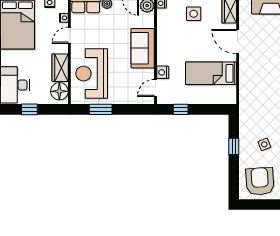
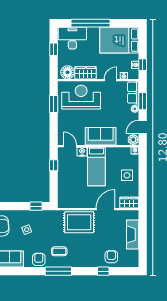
door: (69, 35) -> (110, 80), hinge flipped
bed: (211, 73) -> (96, 167), moved, turned 180
rug: (255, 76) -> (79, 222), added
window: (234, 146) -> (36, 206), moved

